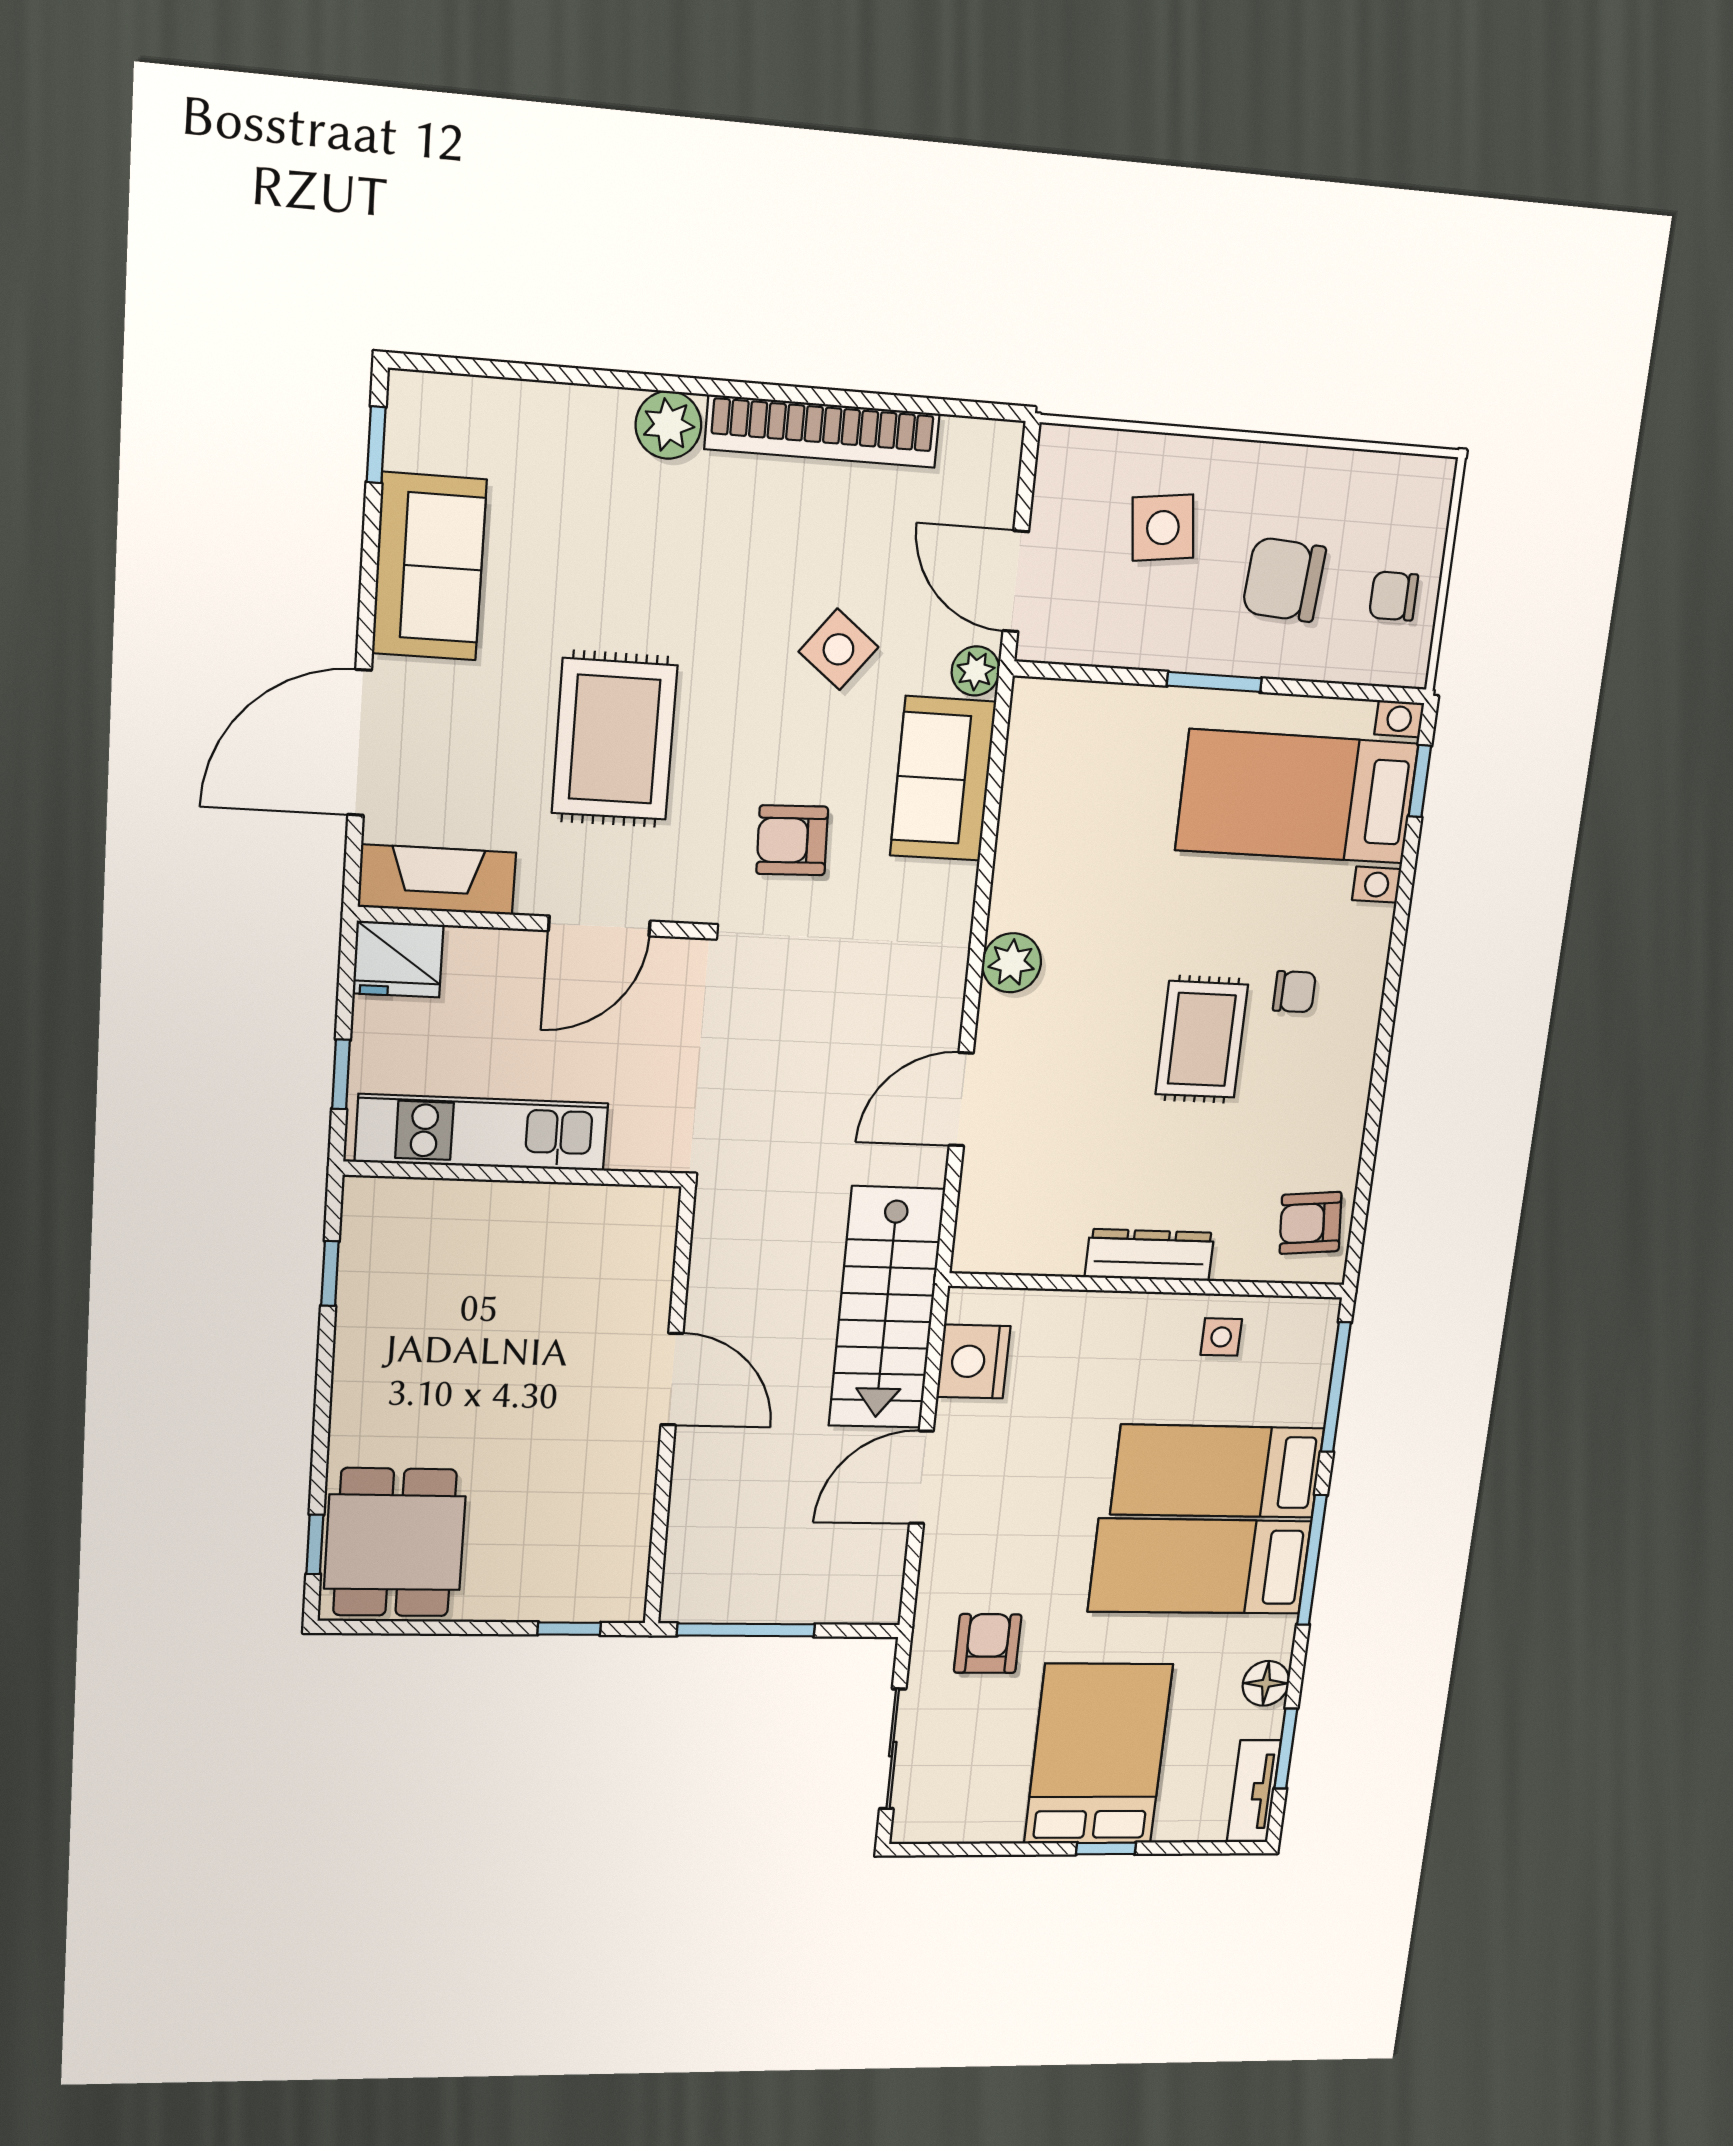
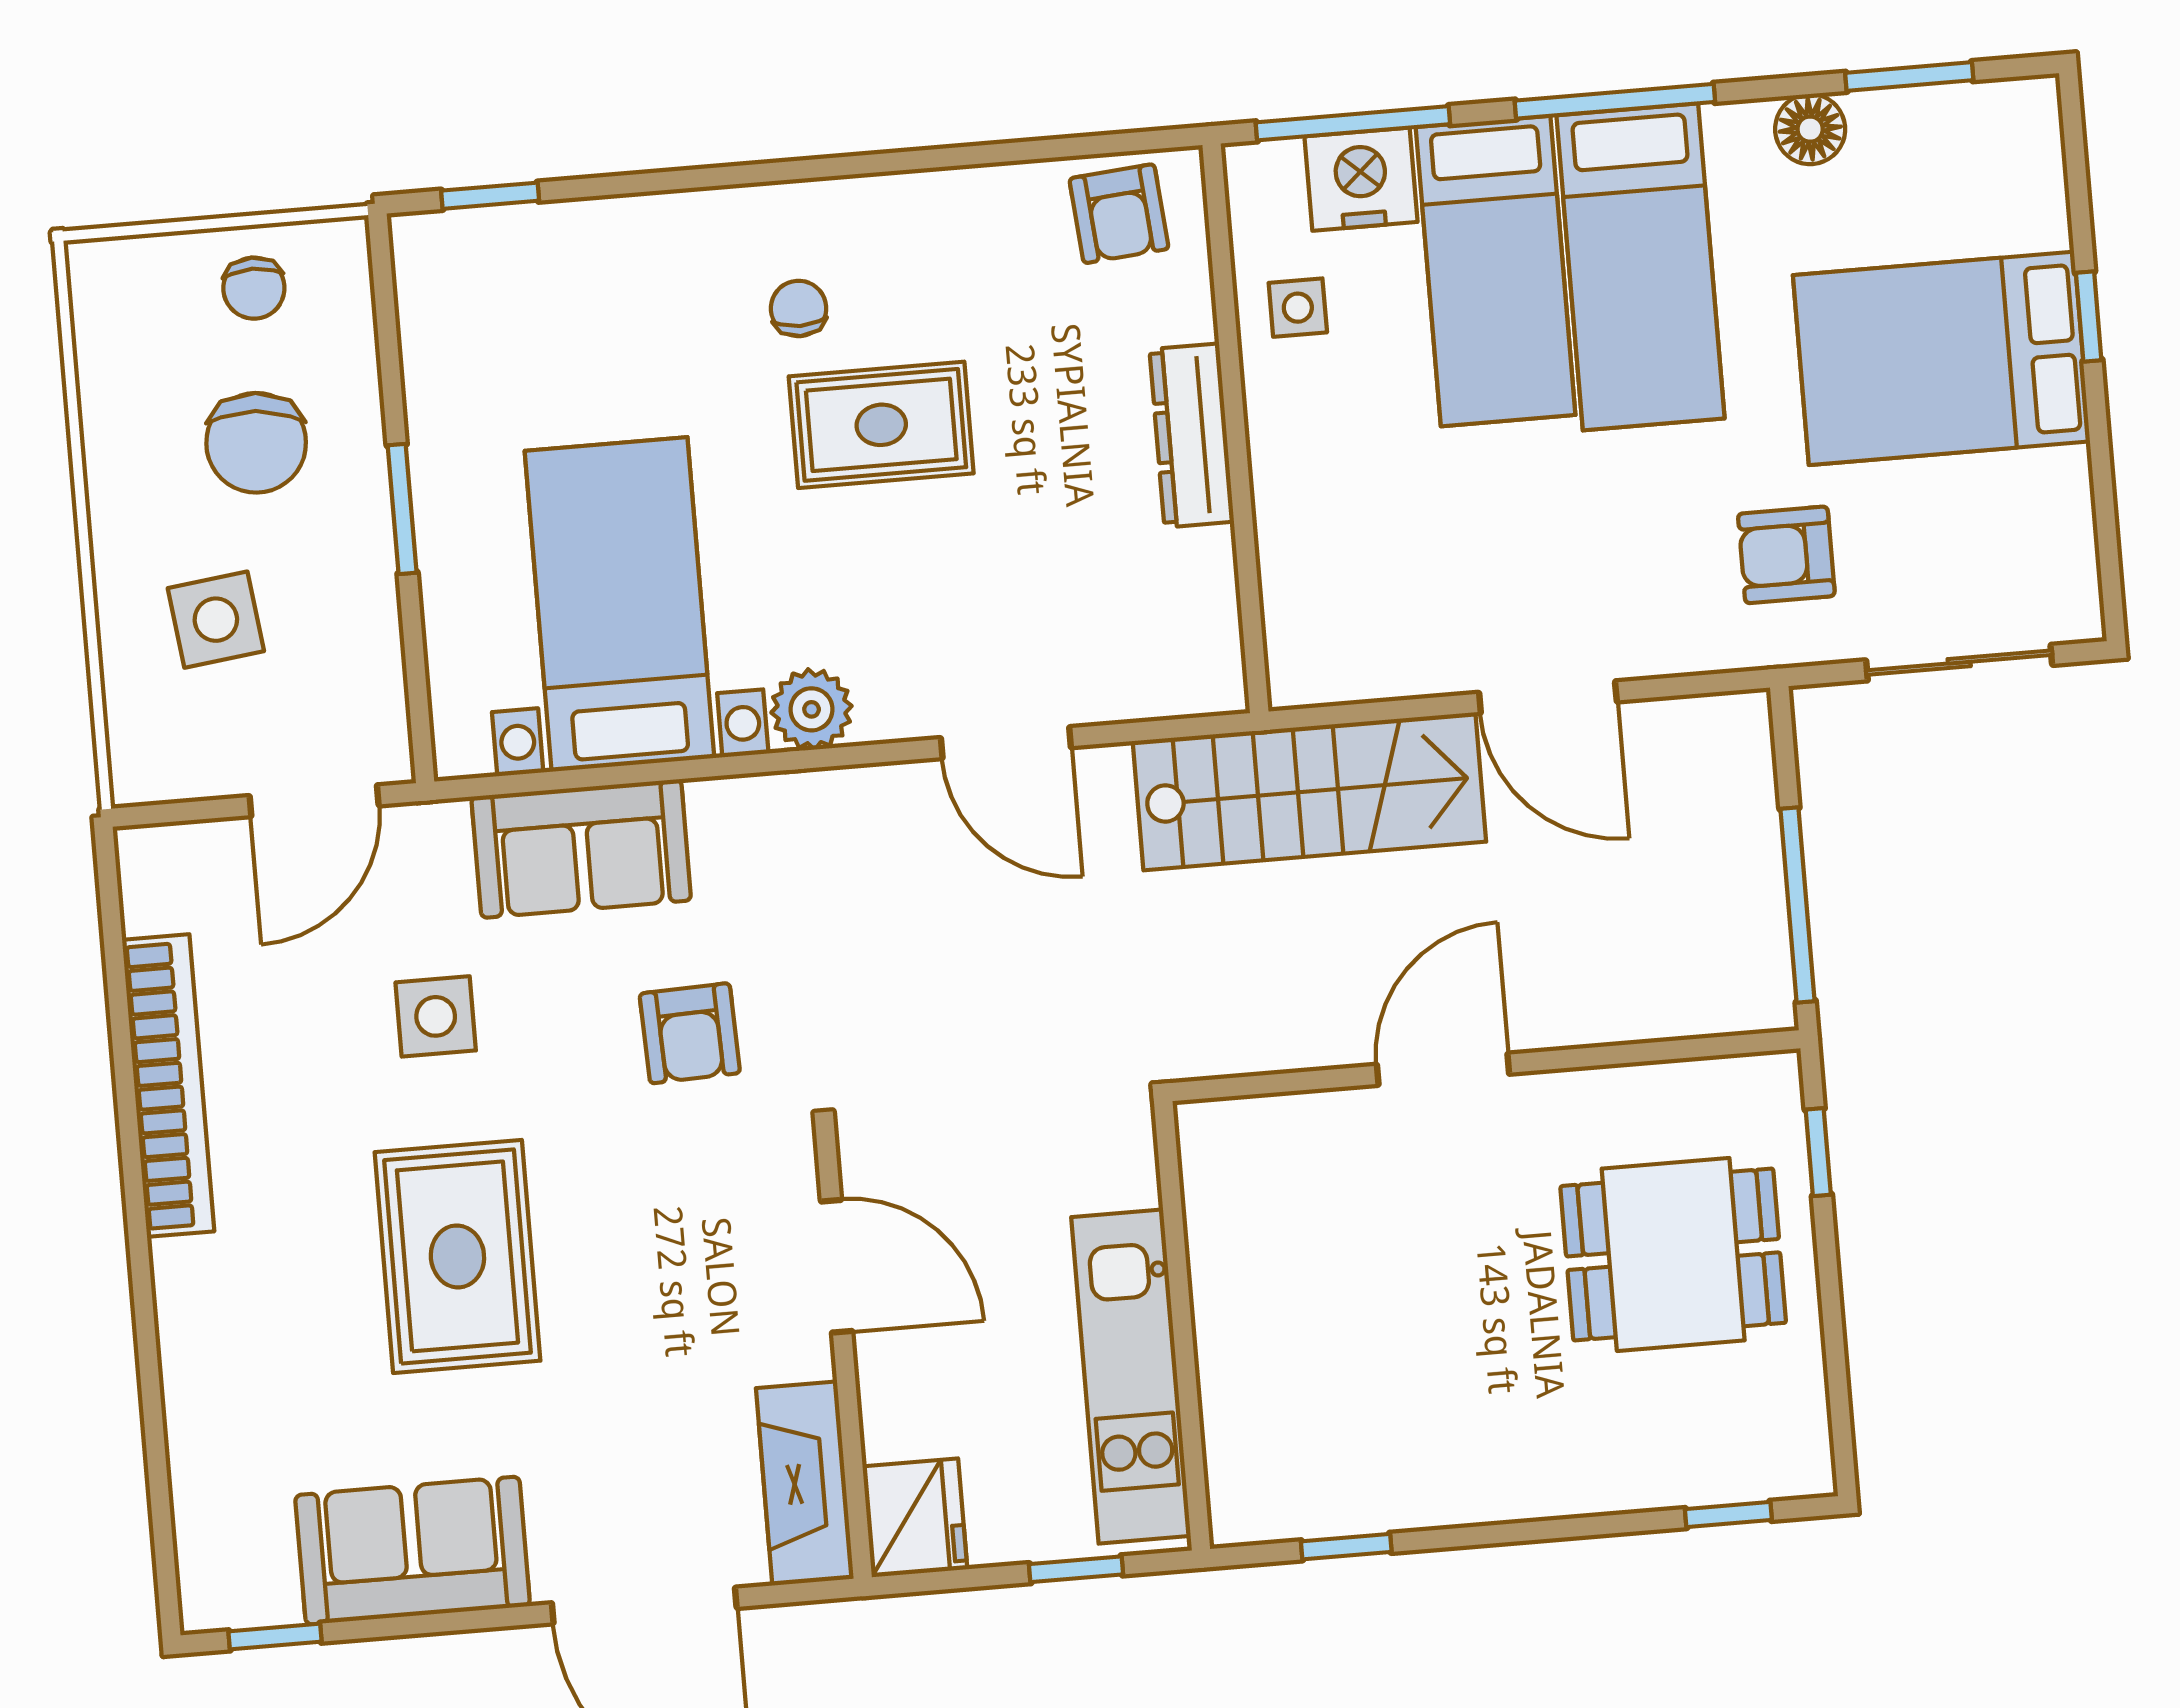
plant: (668, 425) -> (192, 1281), removed
side table: (838, 649) -> (436, 1016), turned -38
plant: (976, 671) -> (436, 832), removed
rug: (615, 739) -> (457, 1256), moved, turned 90
bed with nightstands: (1297, 797) -> (620, 604), moved, turned 180
nightstand: (973, 1361) -> (1361, 179), moved, turned 180
dining table: (395, 1542) -> (1673, 1254), moved
tv unit: (1254, 1791) -> (1981, 111), removed

